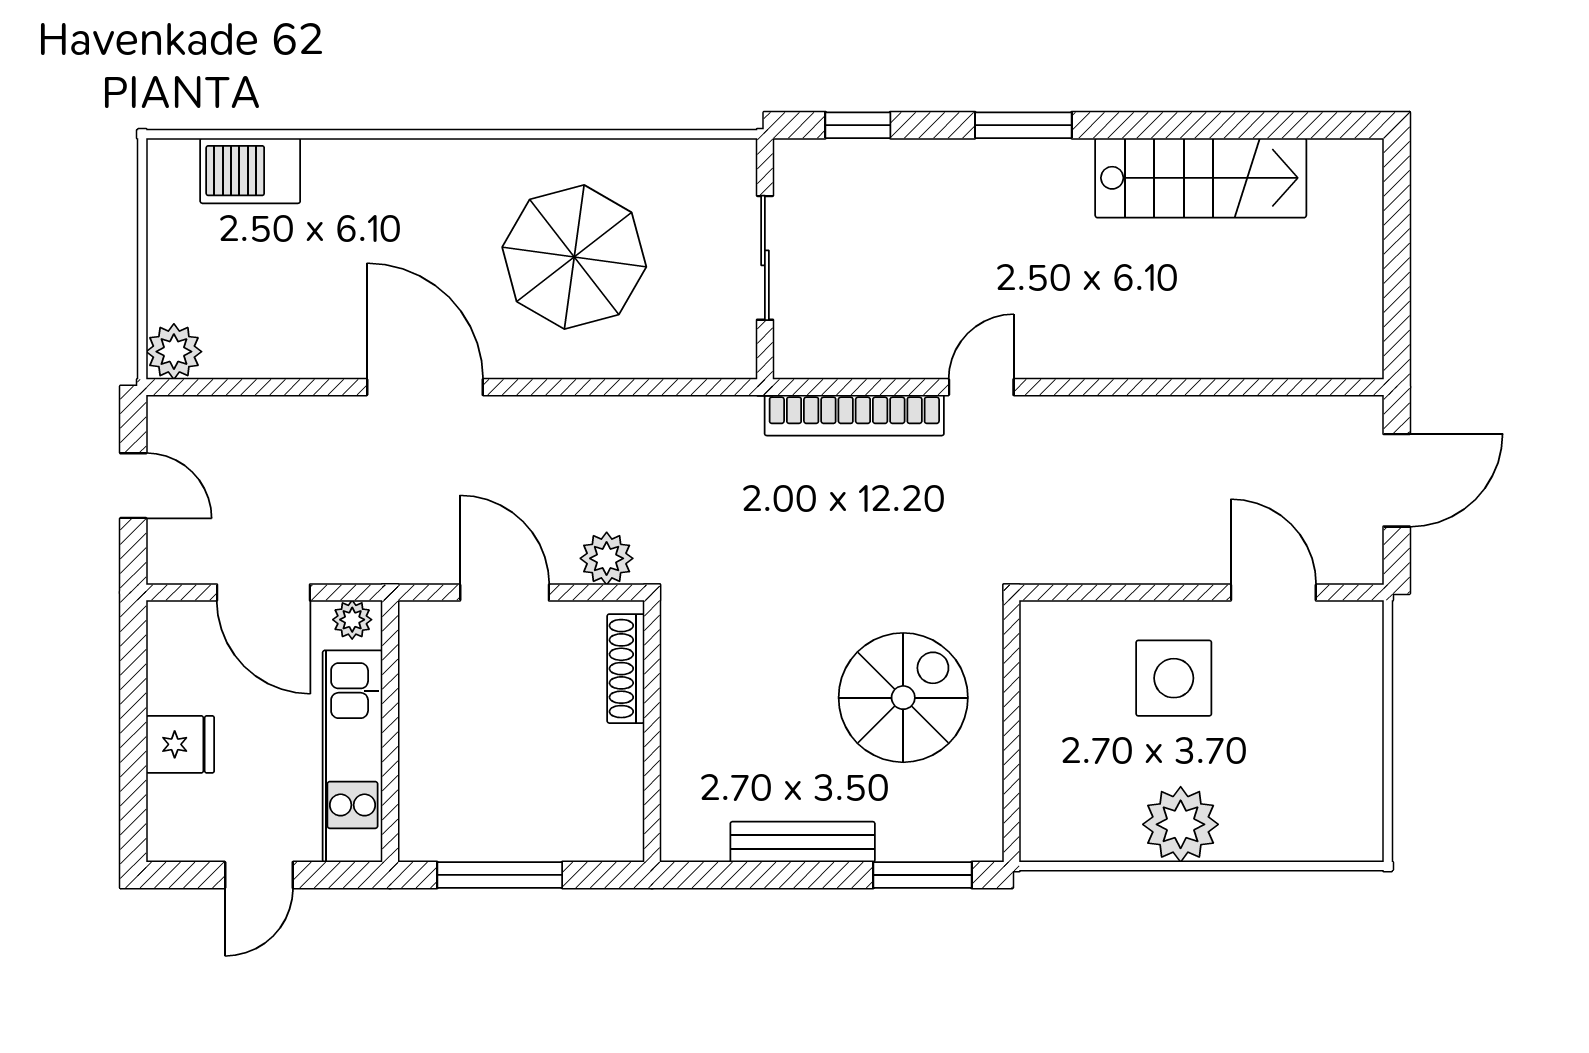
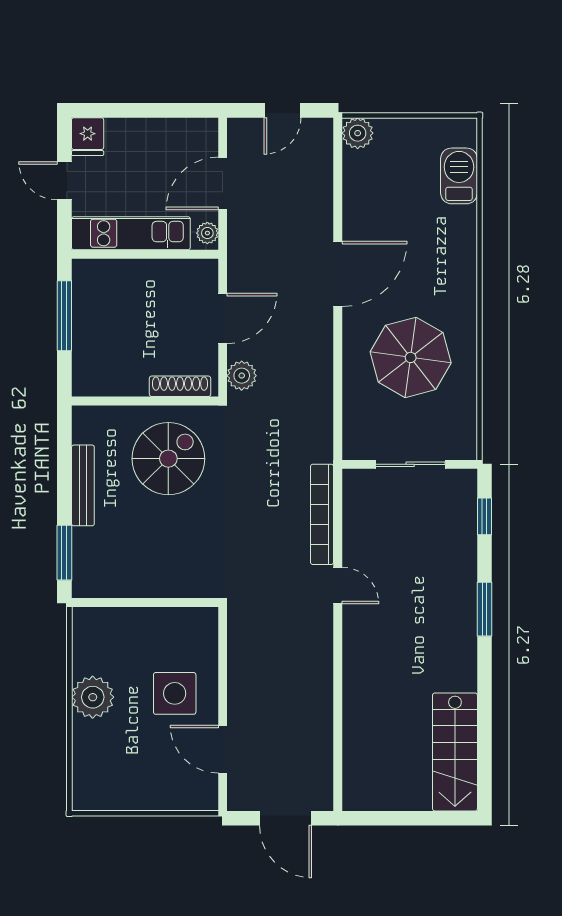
stairs: (1201, 178) -> (455, 752), moved
door: (1273, 593) -> (223, 749), swing flipped
spiral stairs: (903, 698) -> (168, 459), moved, turned -90
fridge: (180, 744) -> (88, 137), moved

